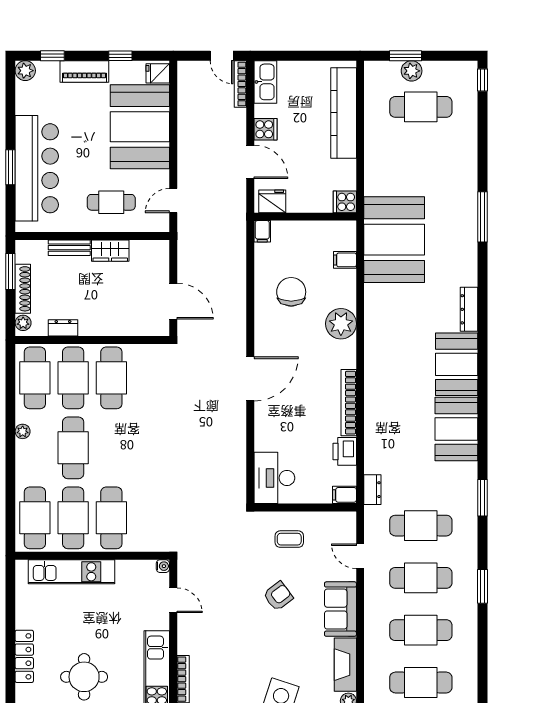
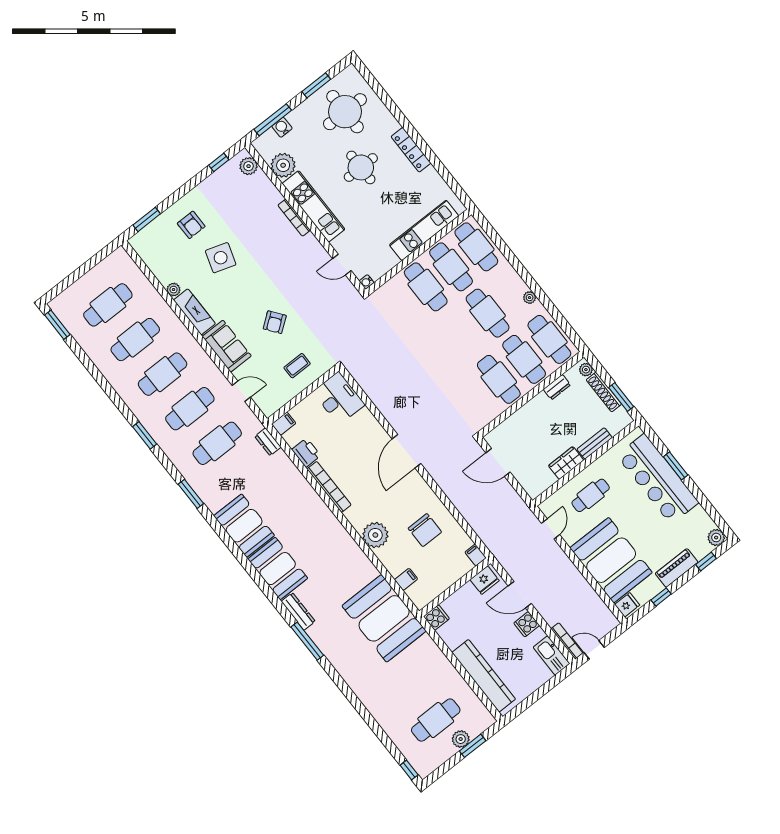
window: (482, 217) -> (307, 641), moved

